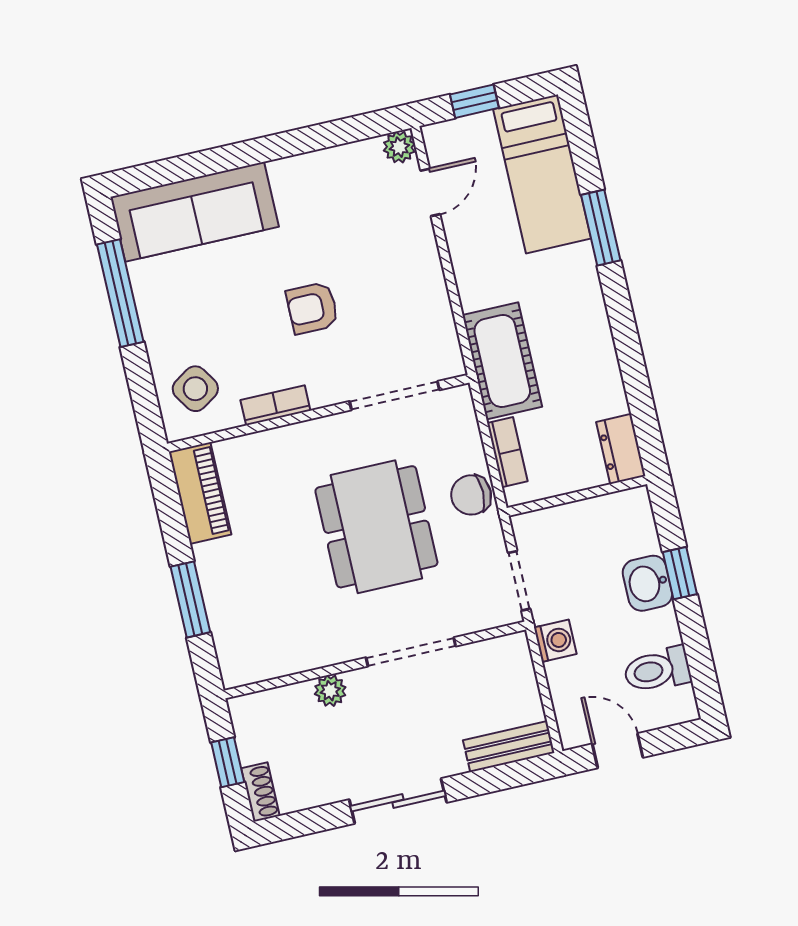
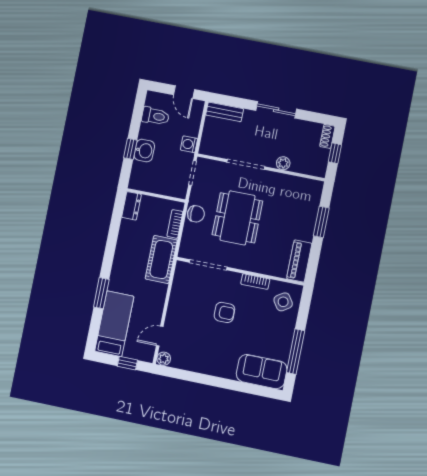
sofa: (195, 212) -> (262, 372), width x0.73

